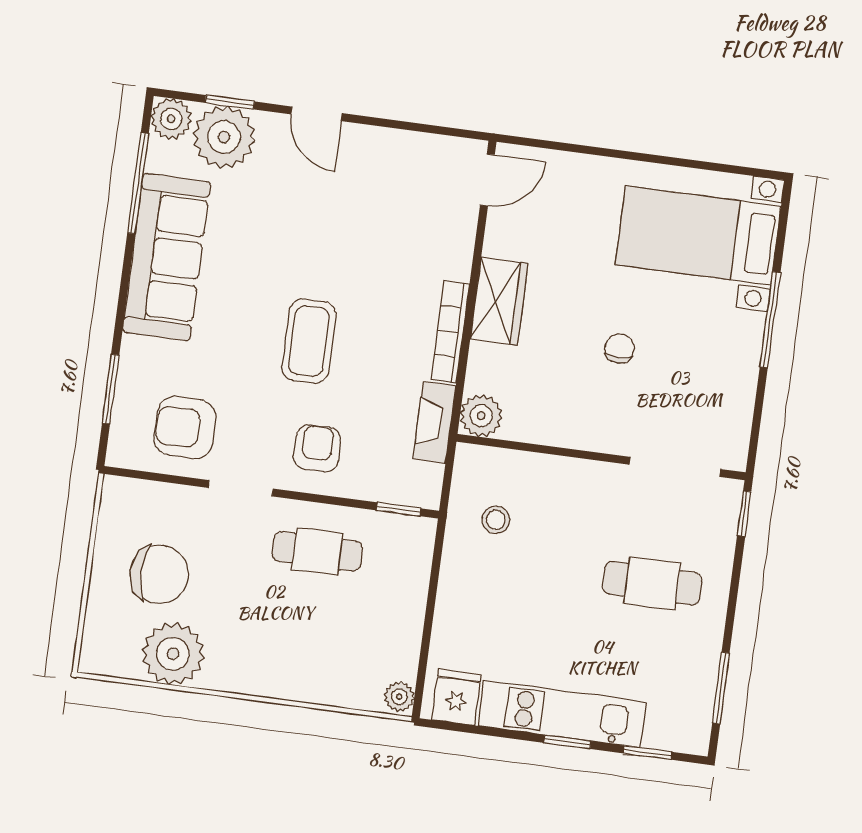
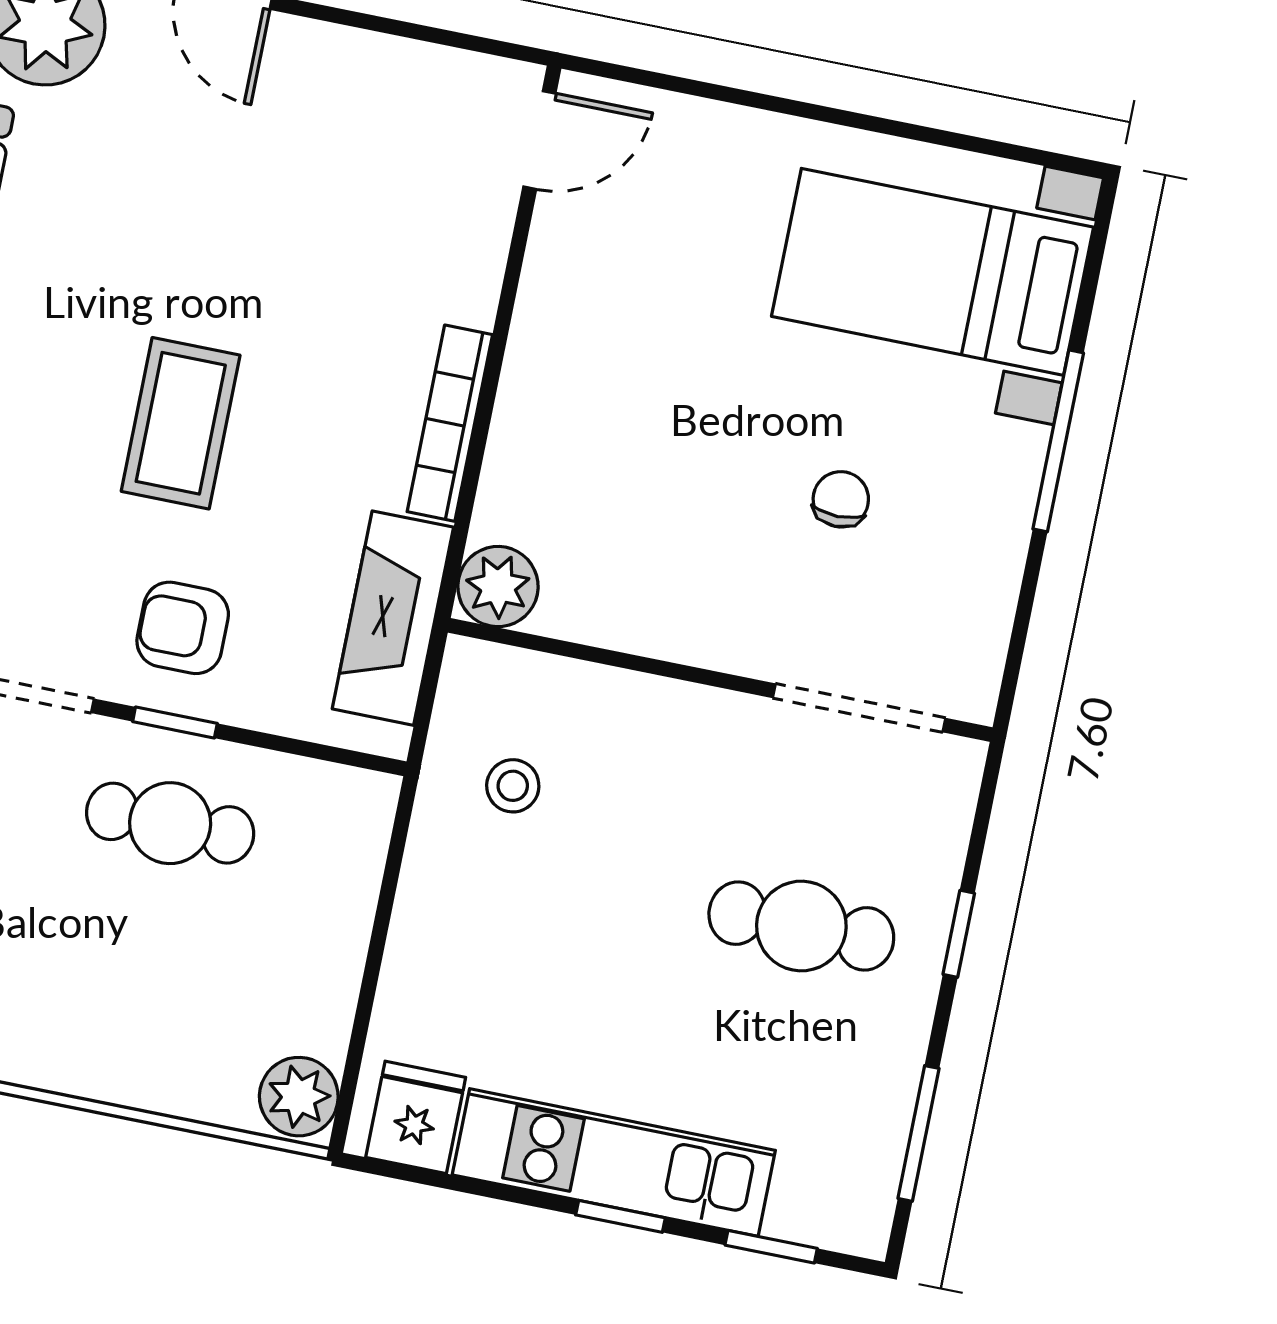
wardrobe: (499, 301) -> (547, 372), removed
chair: (619, 349) -> (841, 499), moved
fireplace: (434, 422) -> (393, 618), width x1.37, depth x1.32
armchair: (317, 448) -> (183, 628), turned -90
window: (399, 509) -> (175, 722), moved
window: (744, 514) -> (959, 934), moved
plant: (399, 697) -> (299, 1097), width x1.38, depth x1.38

